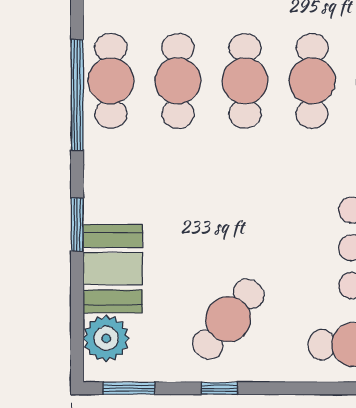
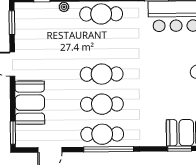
cafe table: (312, 81) -> (101, 44), removed
window: (77, 224) -> (180, 149), moved

